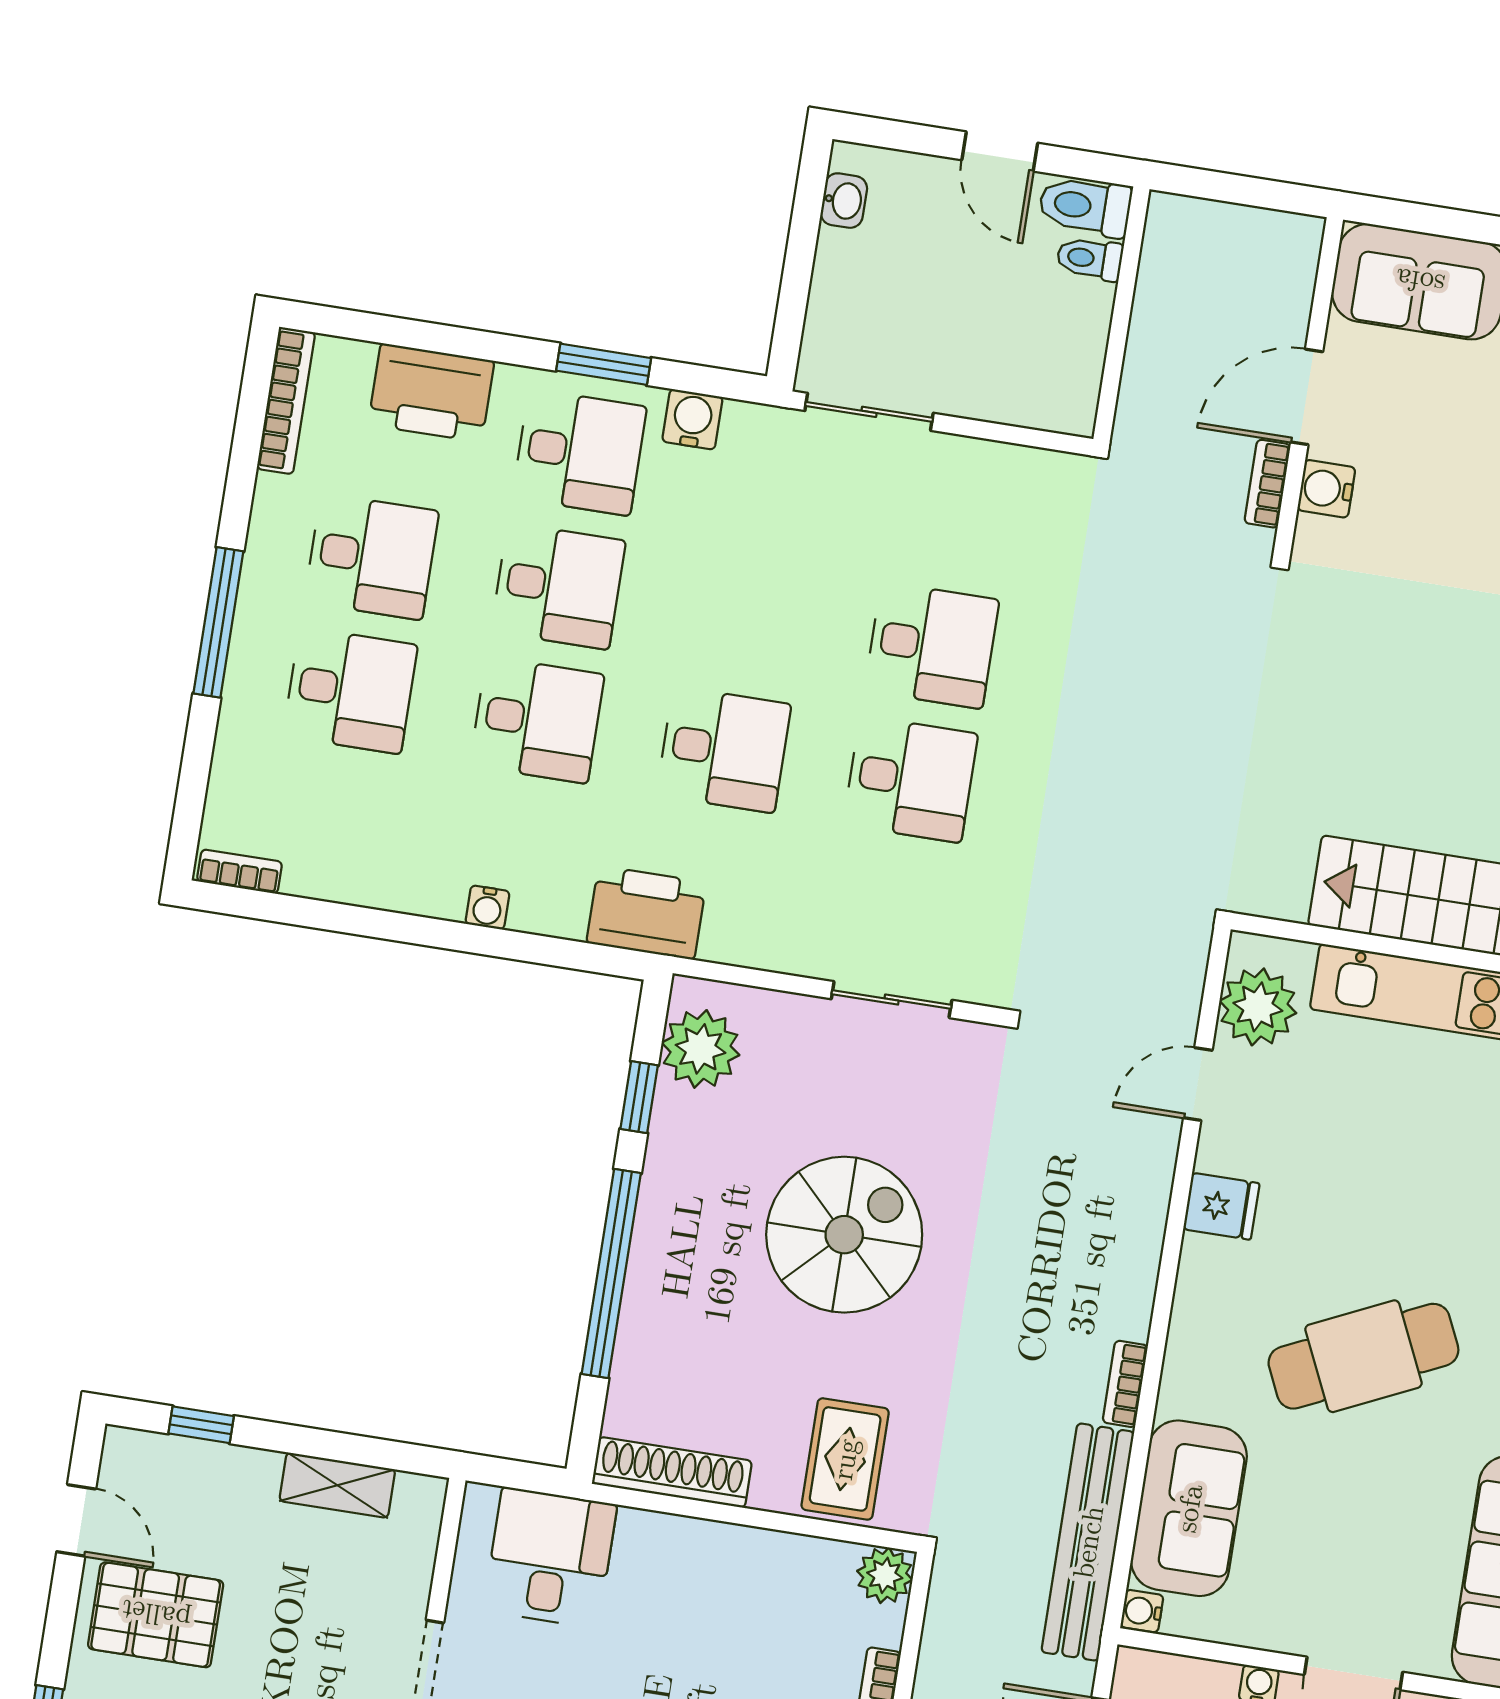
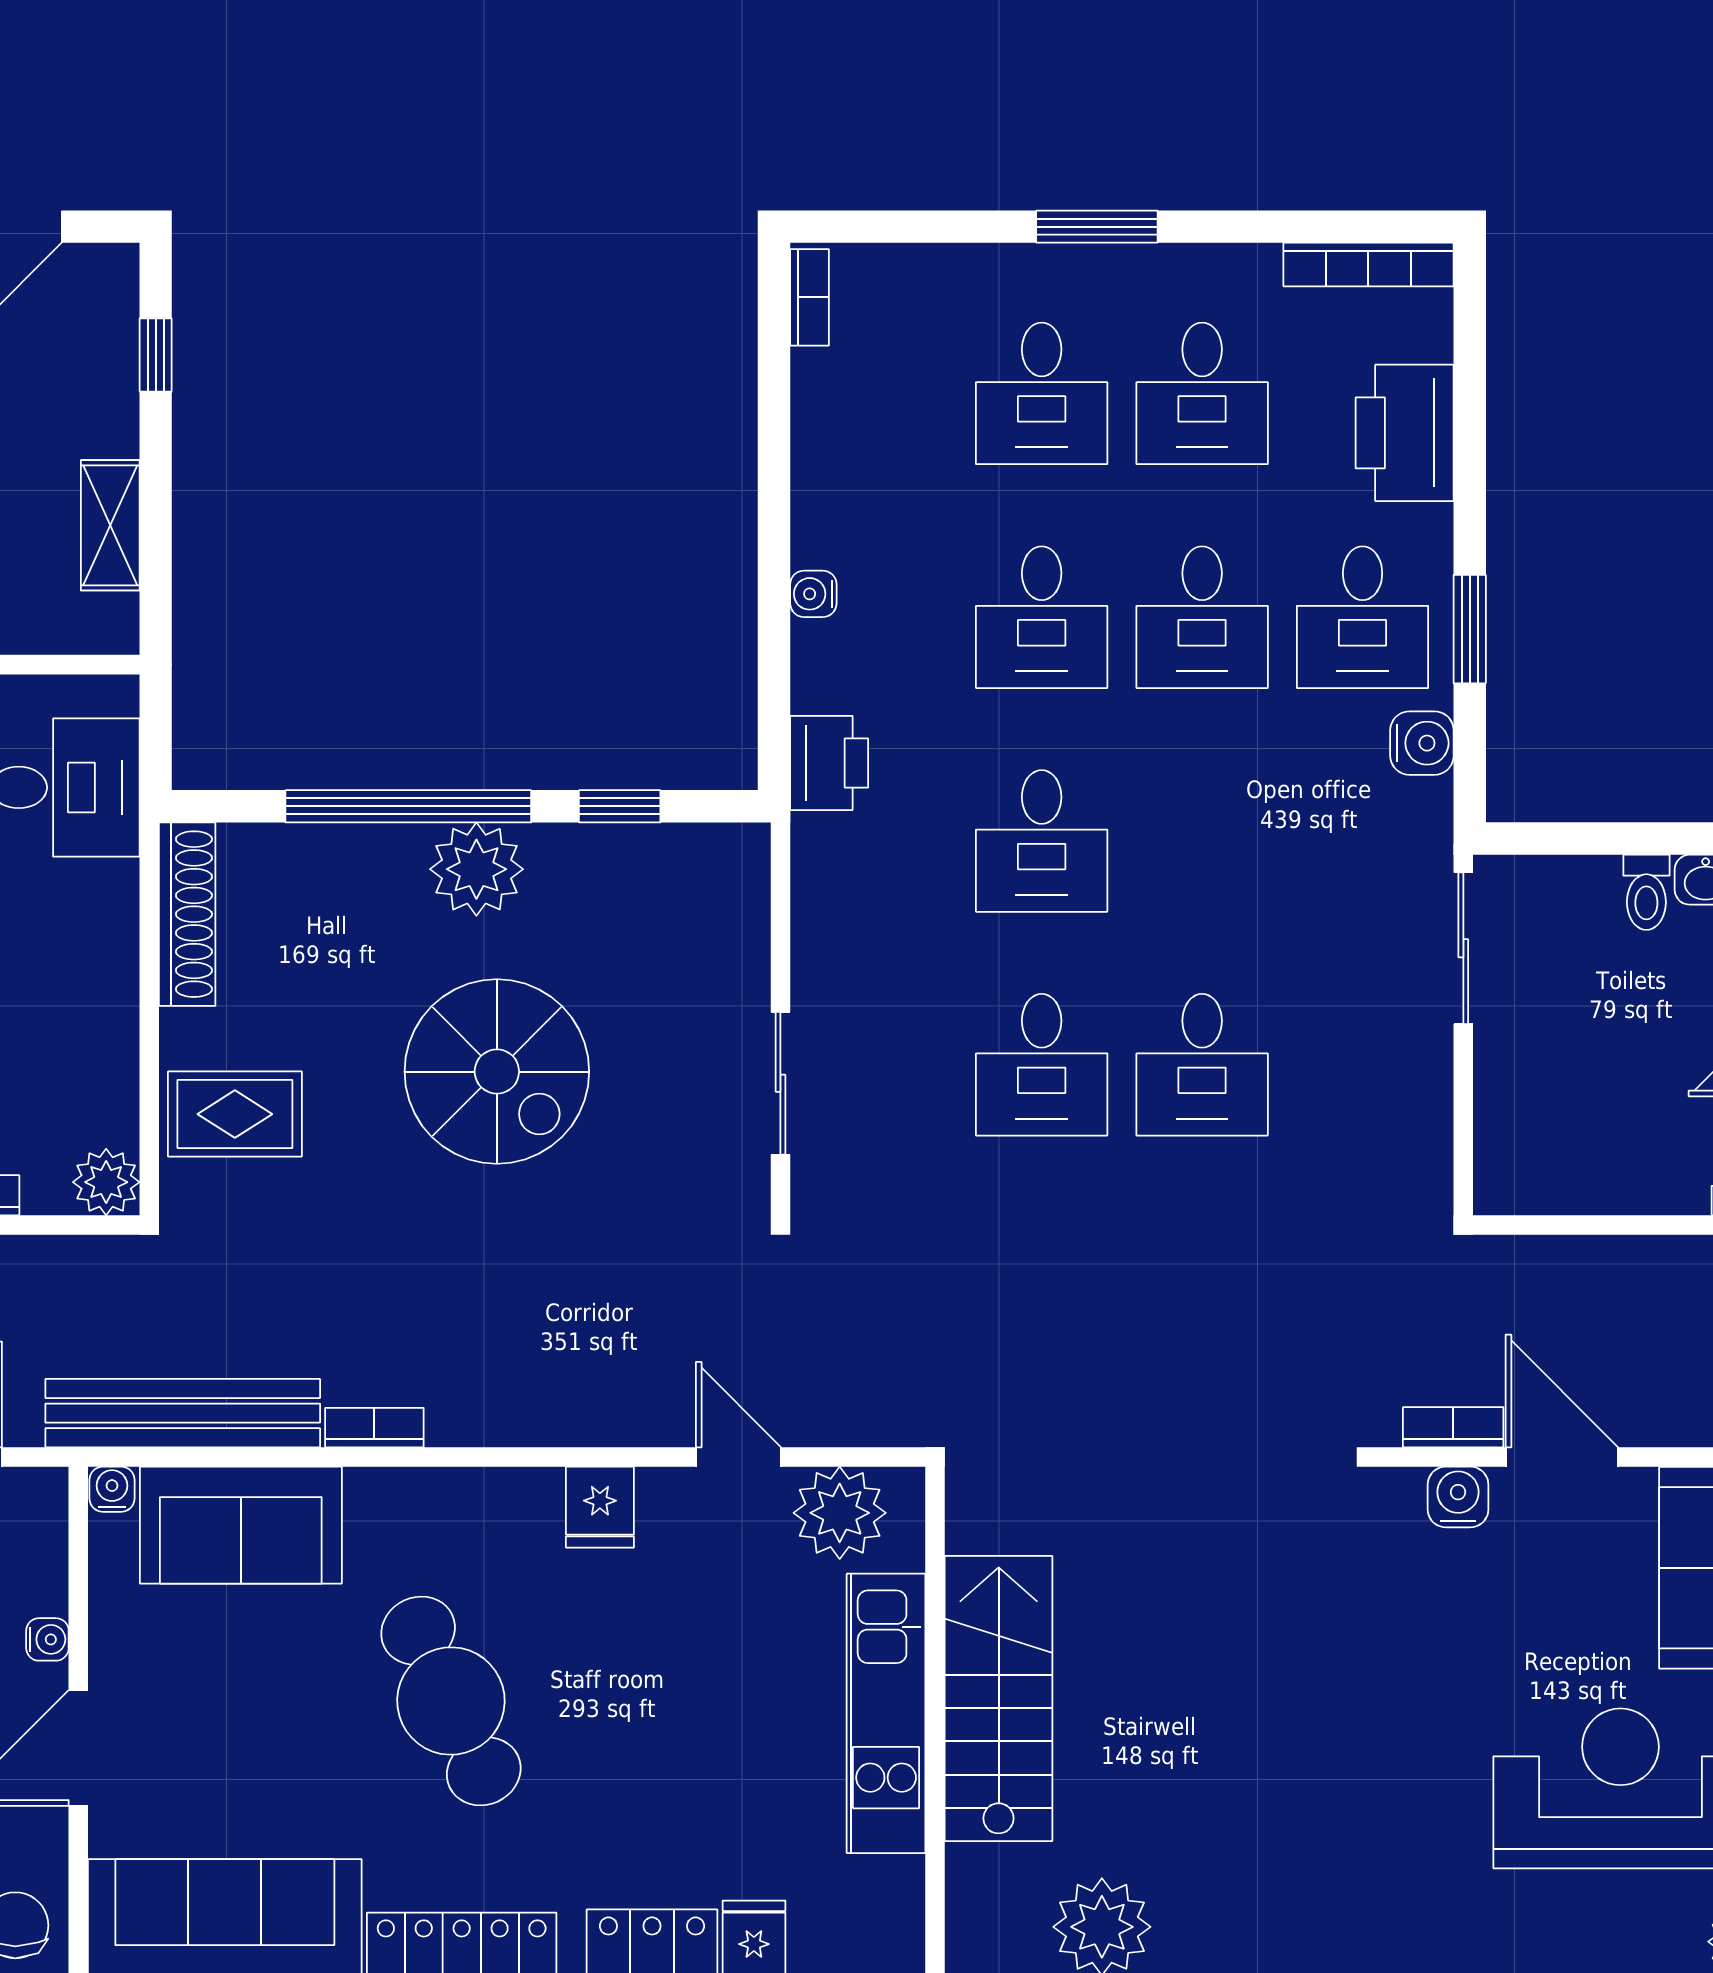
toilet: (1090, 259) -> (1646, 892), moved, turned 180
window: (218, 622) -> (1097, 227), width x0.69
printer: (646, 913) -> (829, 763), width x0.73, depth x0.84
plant: (701, 1049) -> (476, 869), moved

